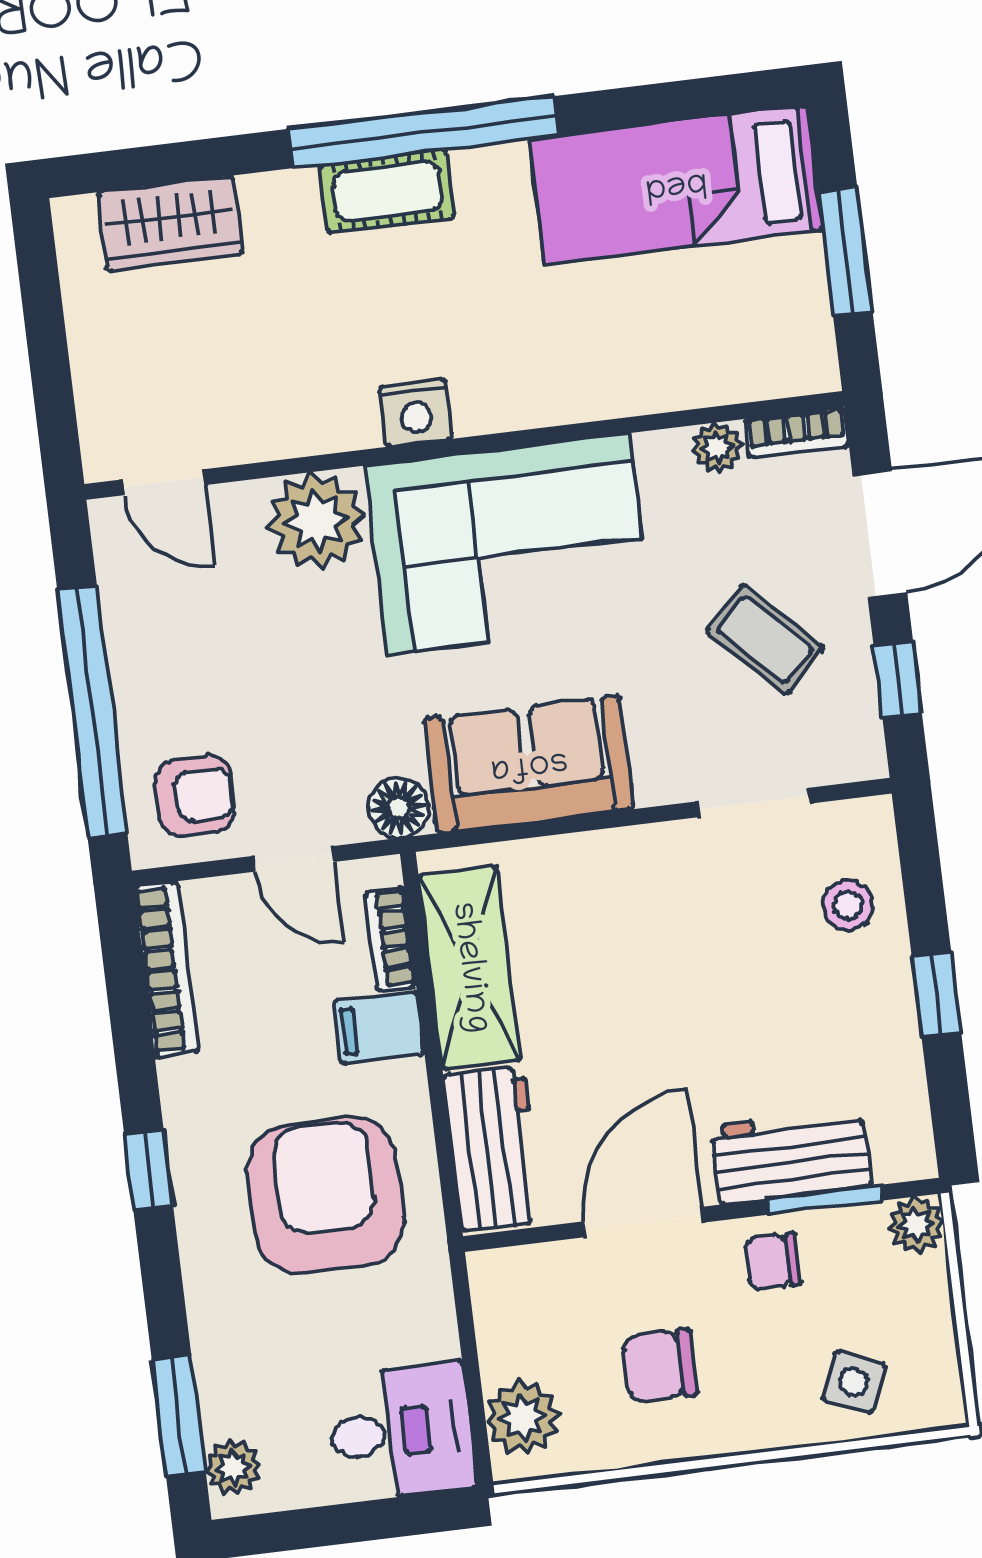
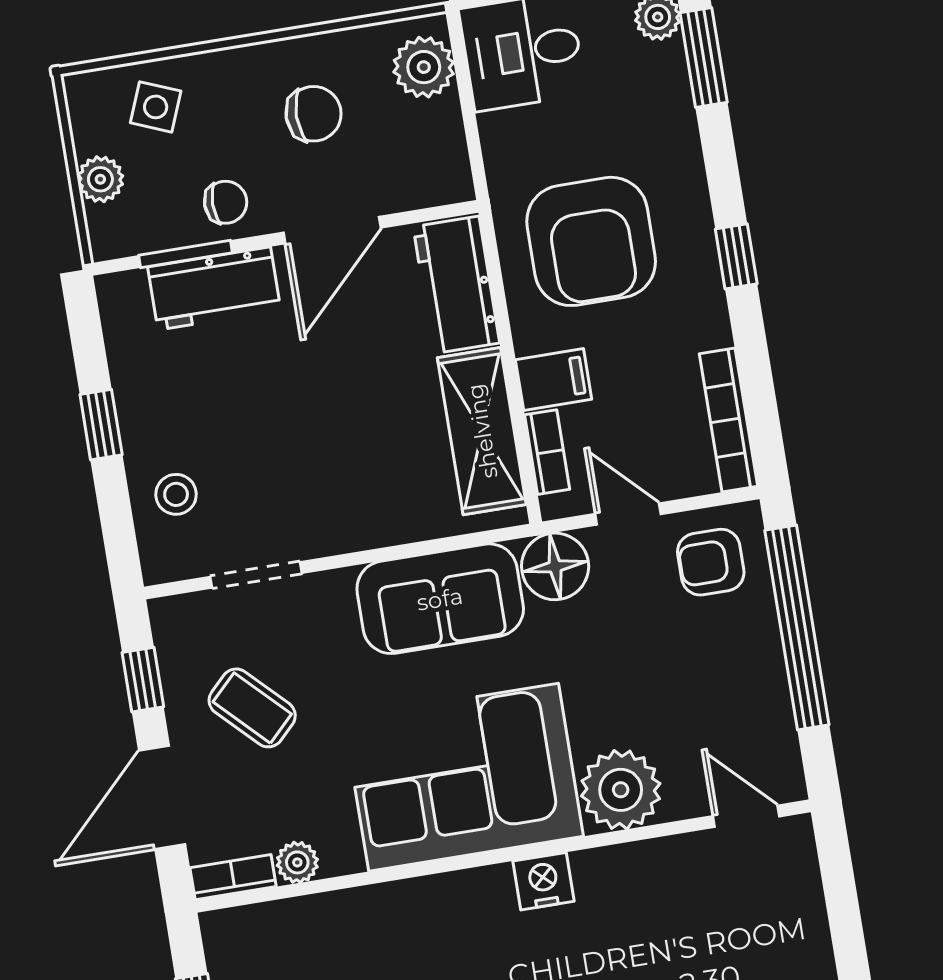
floor lamp: (399, 808) -> (555, 566), width x1.38, depth x1.38
plant: (916, 1225) -> (100, 179), moved

